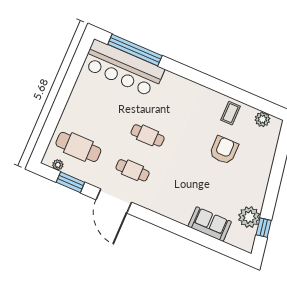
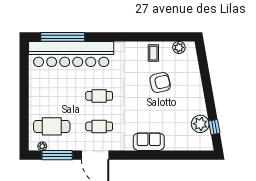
bar counter: (123, 68) -> (71, 54), width x1.36
armchair: (224, 150) -> (160, 83), turned 77
window: (70, 182) -> (57, 155), width x1.44
sofa: (210, 224) -> (149, 142), moved

